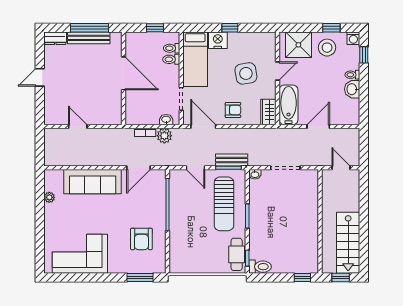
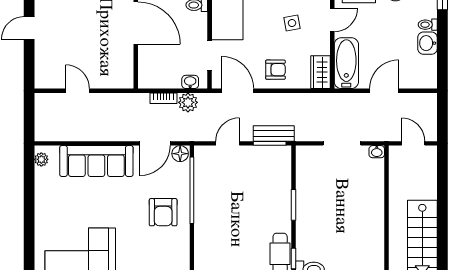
side table: (246, 73) -> (292, 23), width x0.54, depth x0.54
door: (195, 168) -> (228, 143), swing flipped
washbasin: (255, 174) -> (377, 152), moved
floor lamp: (158, 176) -> (180, 154), added
plant: (49, 197) -> (41, 159), moved
sun lounger: (224, 204) -> (264, 189), removed
armchair: (141, 239) -> (163, 212), moved

